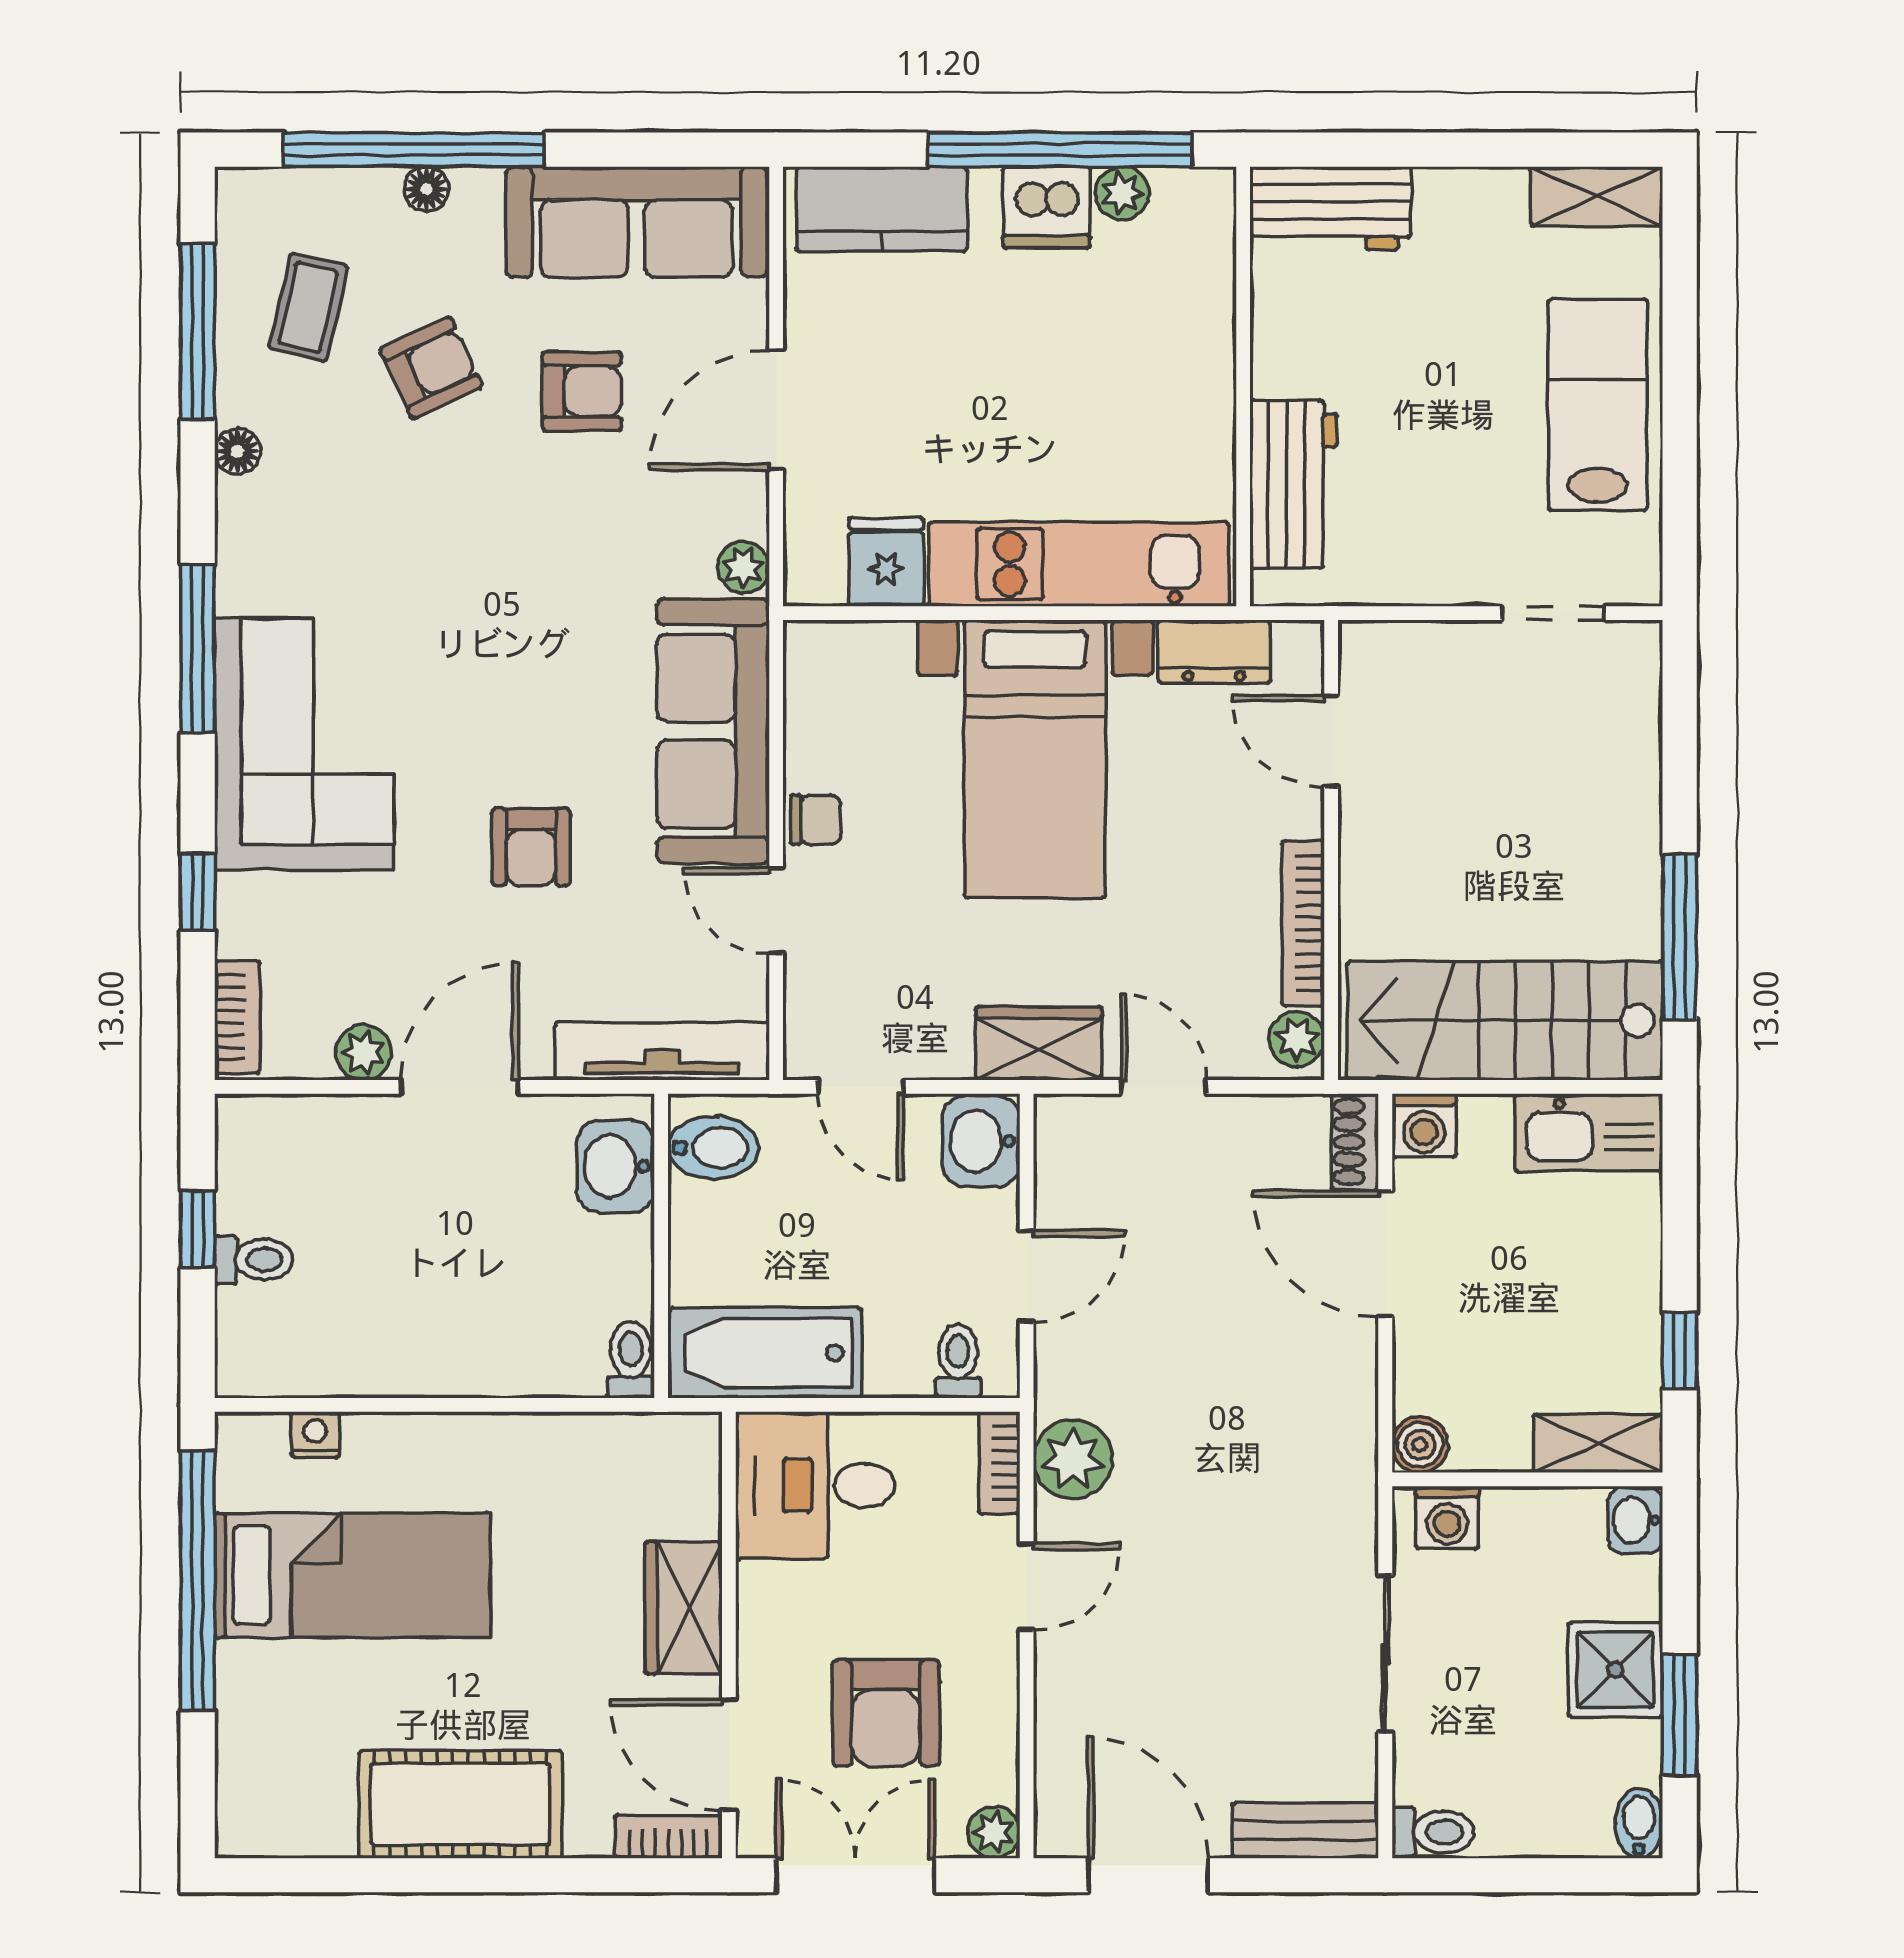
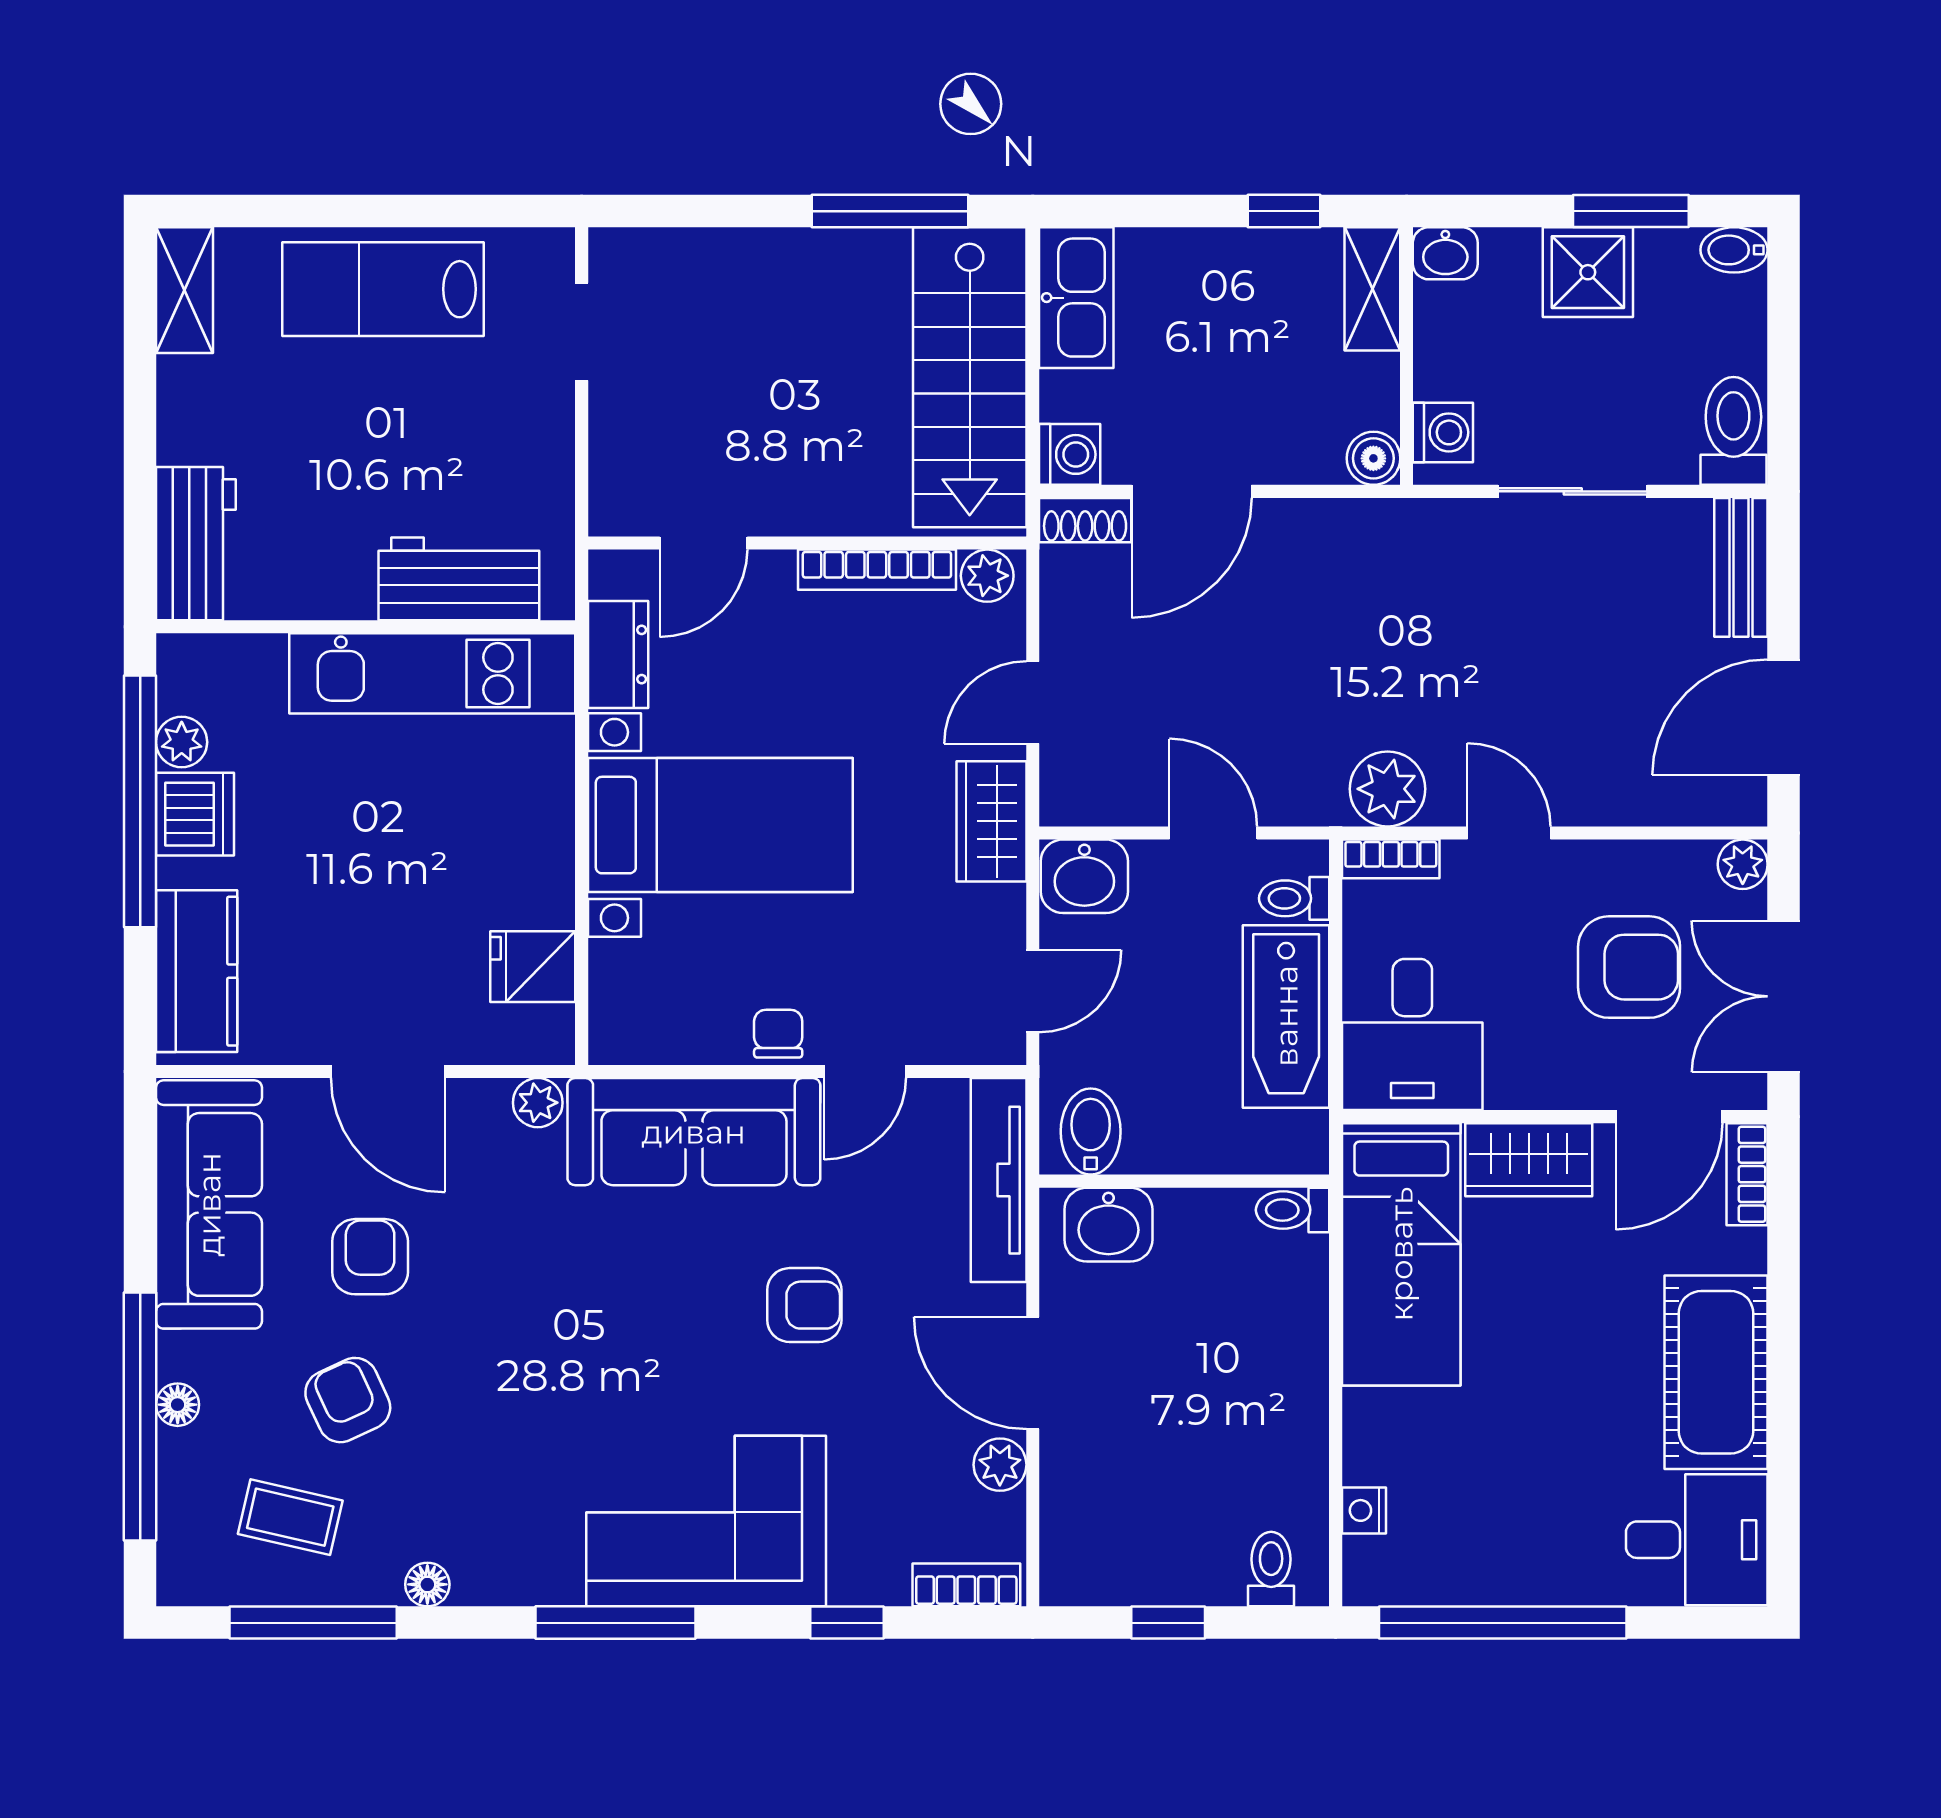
kitchen unit: (1079, 564) -> (432, 673), moved, turned -90
toilet: (254, 1260) -> (1271, 1569), moved
bathtub: (765, 1353) -> (1286, 1016), moved
bed: (352, 1575) -> (1401, 1254), moved, turned 180
desk: (285, 1784) -> (1697, 1540), added
toilet: (1433, 1832) -> (1733, 431), width x1.37, depth x1.39

